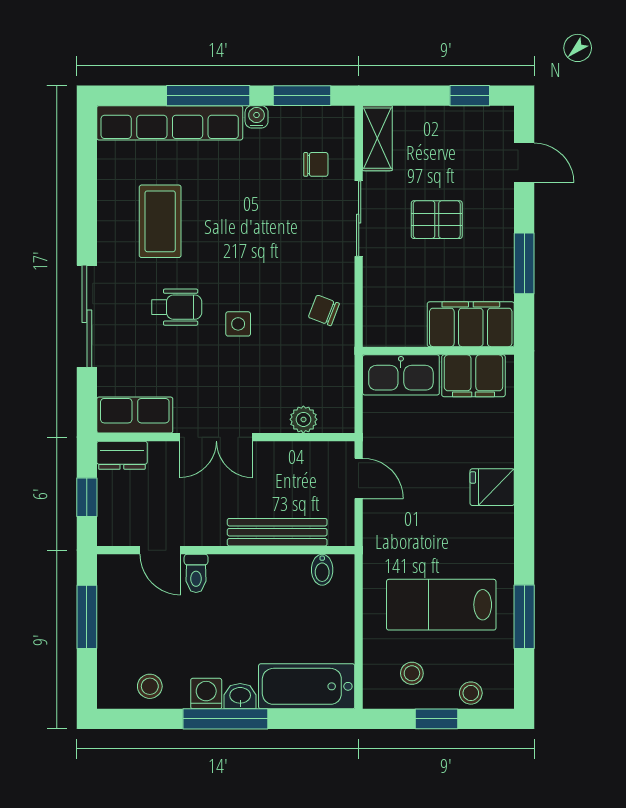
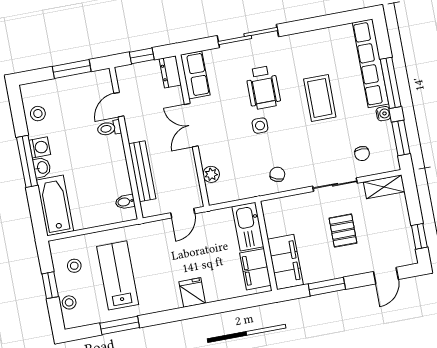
coffee table: (160, 221) -> (320, 98), moved, turned 90
wheelchair: (177, 307) -> (263, 88), width x1.36, depth x1.37

